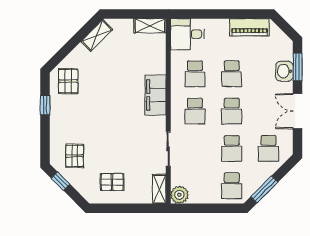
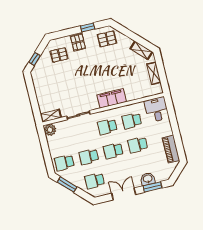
shelving: (150, 26) -> (154, 73), moved
window: (60, 181) -> (35, 59), moved
pallet: (112, 182) -> (78, 42), moved

